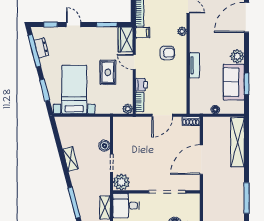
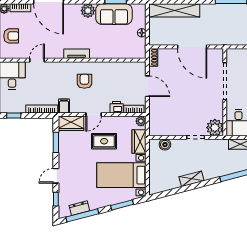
plant: (182, 31) -> (63, 66), removed
tv unit: (194, 65) -> (77, 54), moved
wardrobe: (108, 107) -> (139, 142), added
boiler: (105, 146) -> (165, 145), moved

